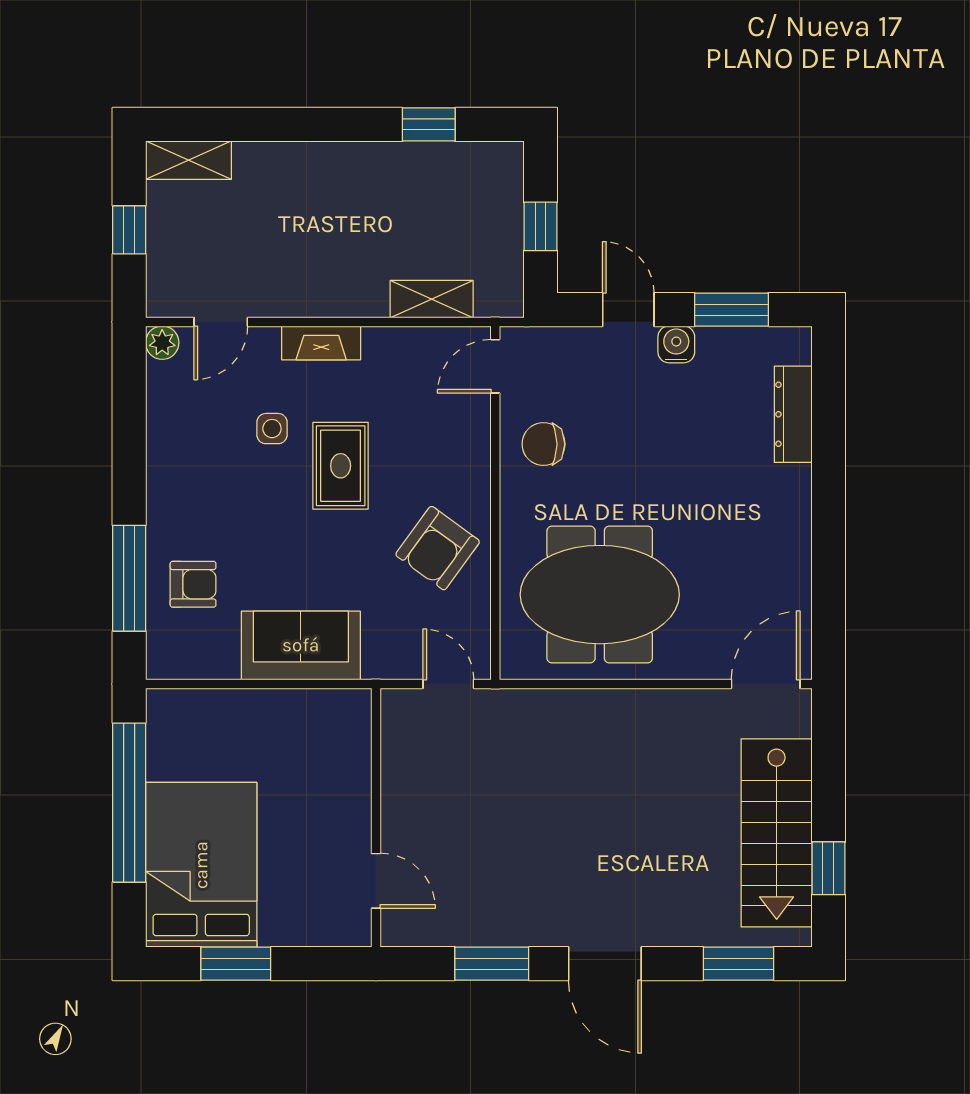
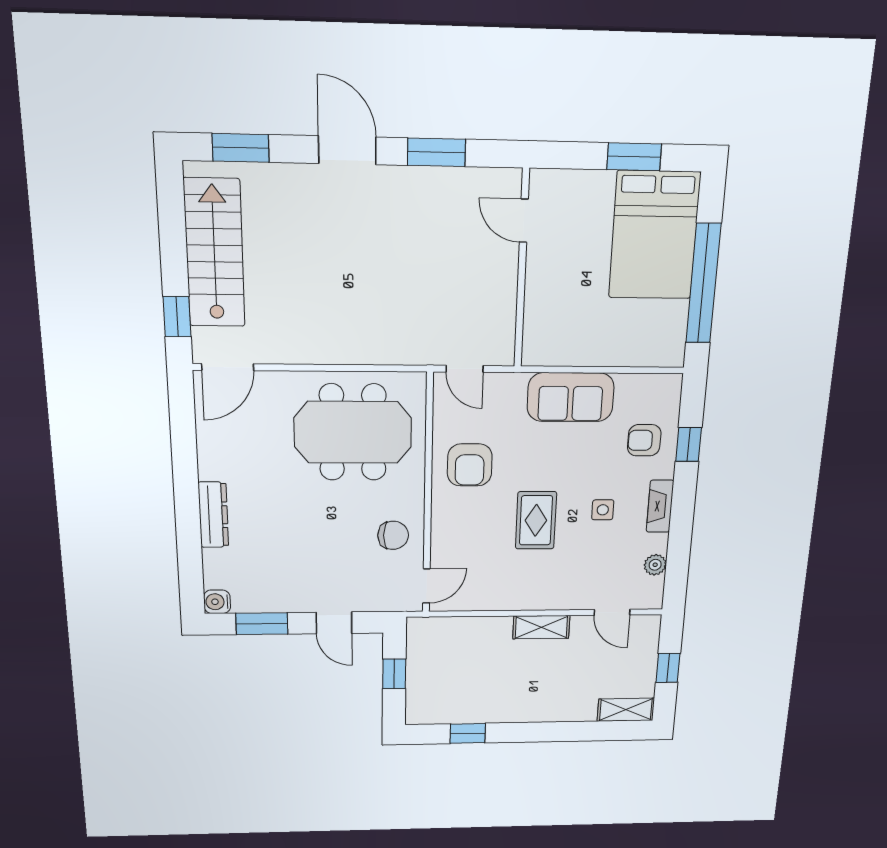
shelving: (432, 299) -> (541, 627), moved
door: (221, 322) -> (612, 612), swing flipped
plant: (162, 343) -> (655, 565), moved
fireplace: (321, 343) -> (660, 506), moved, turned -90
water cooler: (676, 344) -> (217, 602), moved, turned 90
dresser: (793, 414) -> (213, 515), moved
side table: (272, 429) -> (603, 510), moved
armchair: (438, 548) -> (470, 465), turned 144
window: (129, 578) -> (689, 444), width x0.46
window: (828, 868) -> (177, 317), moved

